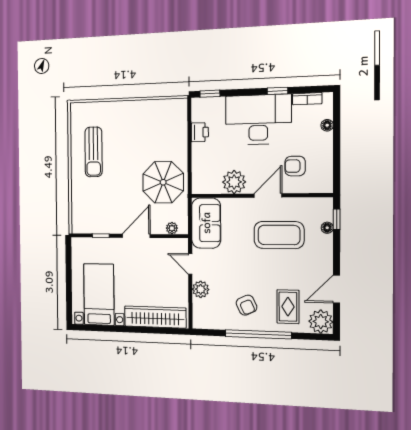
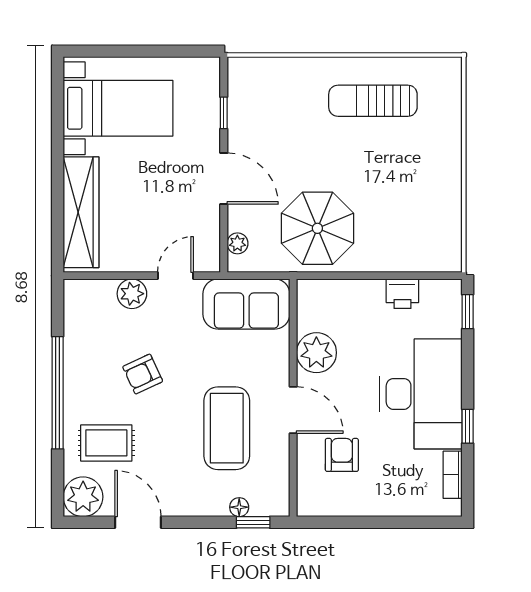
floor lamp: (327, 125) -> (408, 507), removed
armchair: (247, 305) -> (143, 374), moved

